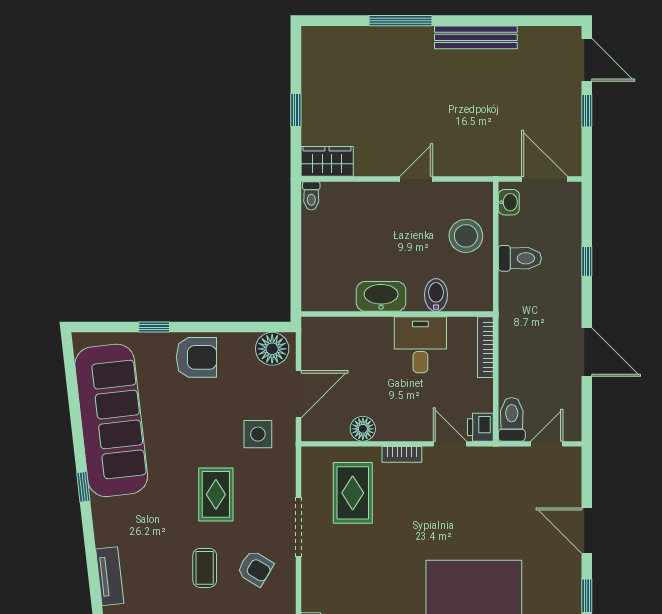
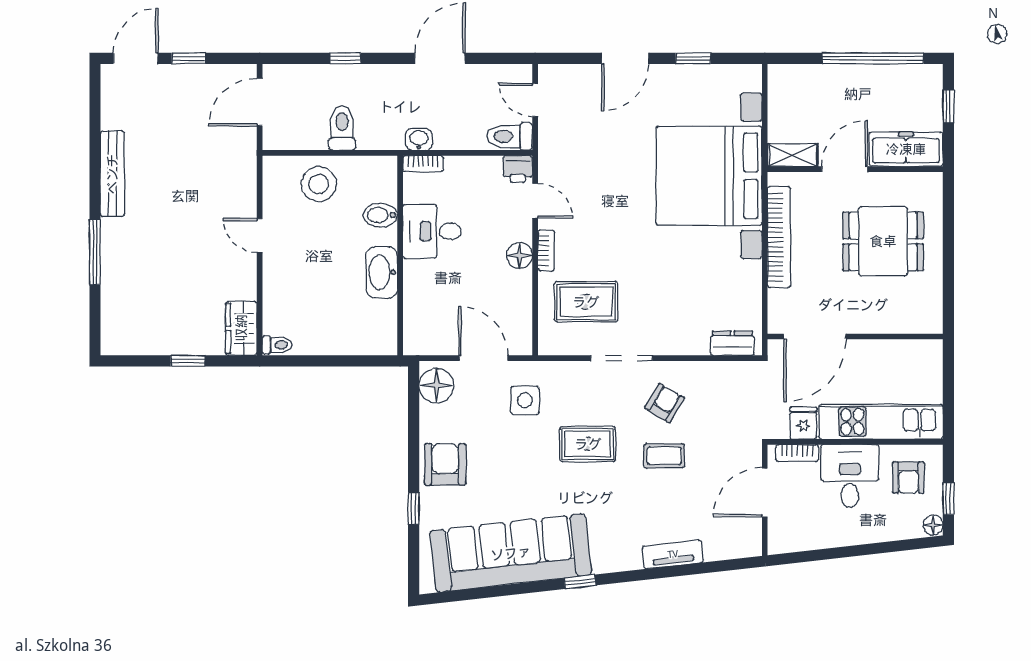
washbasin: (509, 202) -> (419, 139), moved
bookcase: (485, 347) -> (423, 164), width x0.64
floor lamp: (363, 429) -> (519, 256), moved
door: (450, 444) -> (535, 201), swing flipped

